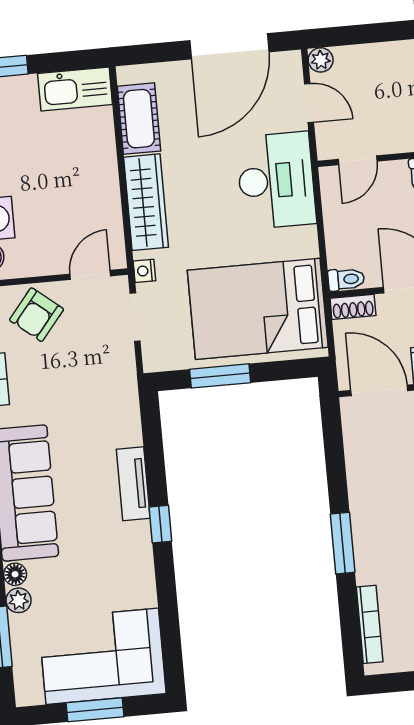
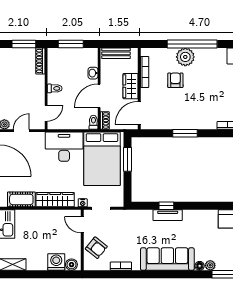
door: (358, 160) -> (46, 113), hinge flipped
desk: (276, 180) -> (64, 147), moved
window: (220, 376) -> (128, 159), moved
window: (160, 524) -> (166, 206), moved
window: (343, 543) -> (185, 133), moved

